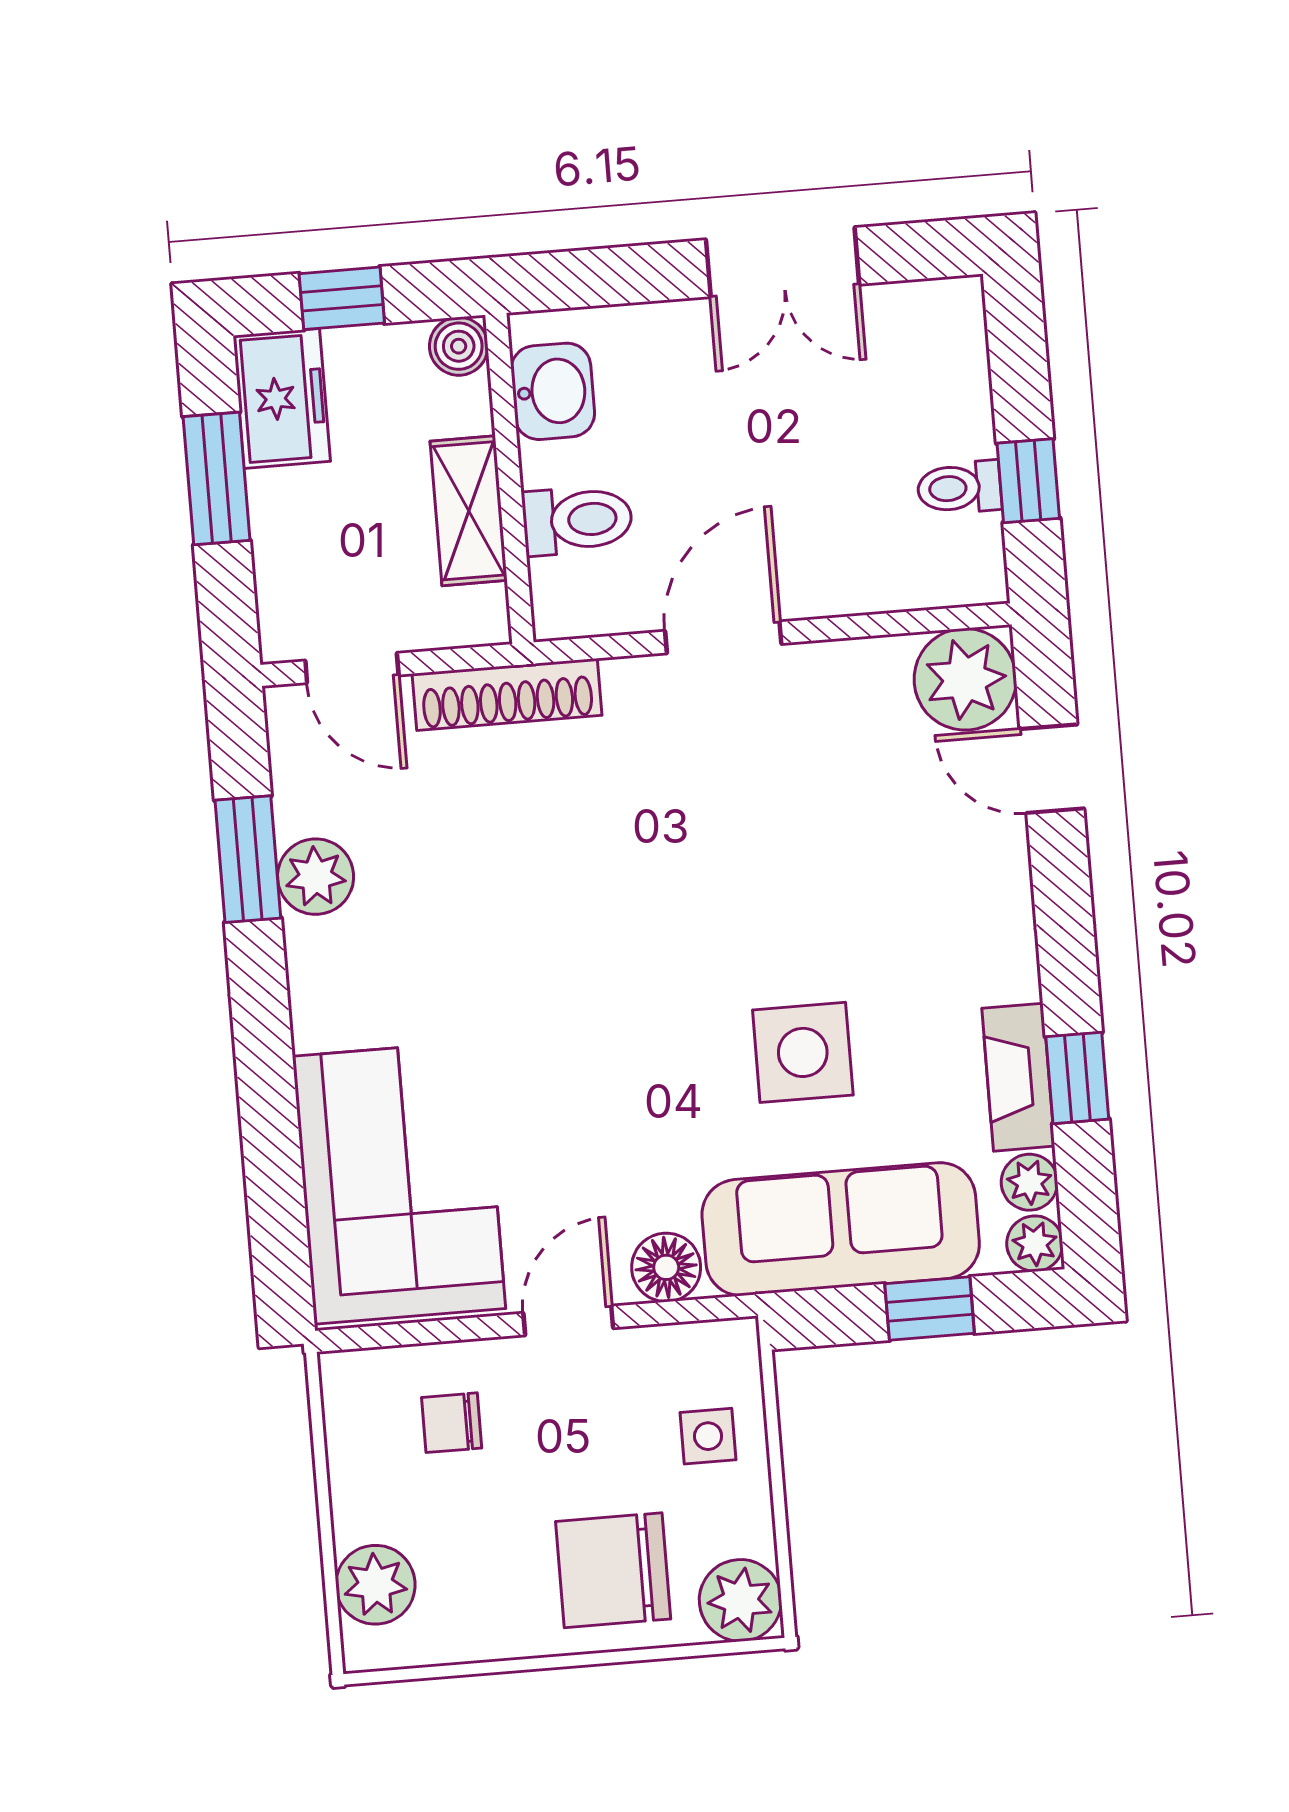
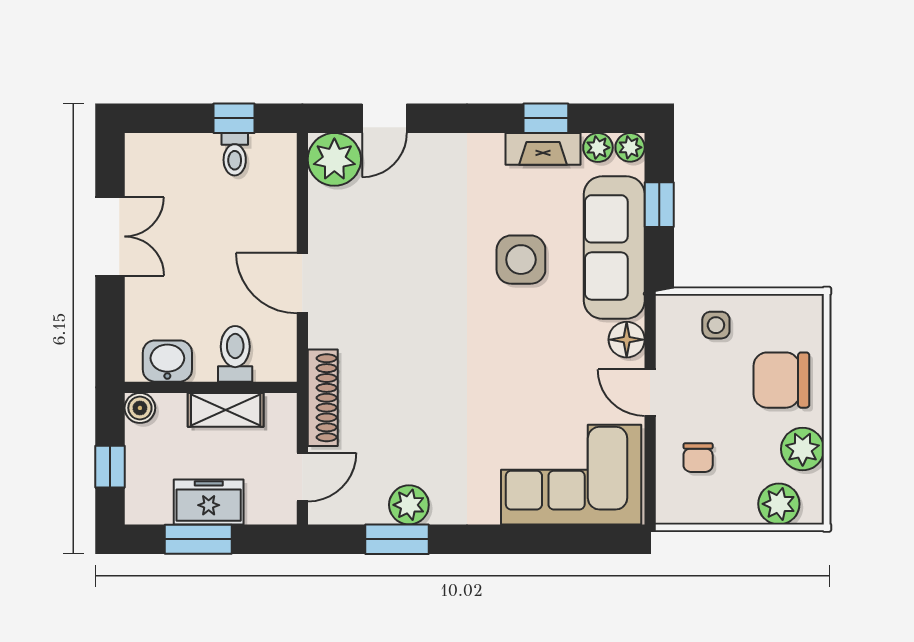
freezer: (282, 398) -> (209, 502), moved
chair: (613, 1570) -> (781, 380), turned 90
plant: (740, 1600) -> (803, 449), moved

